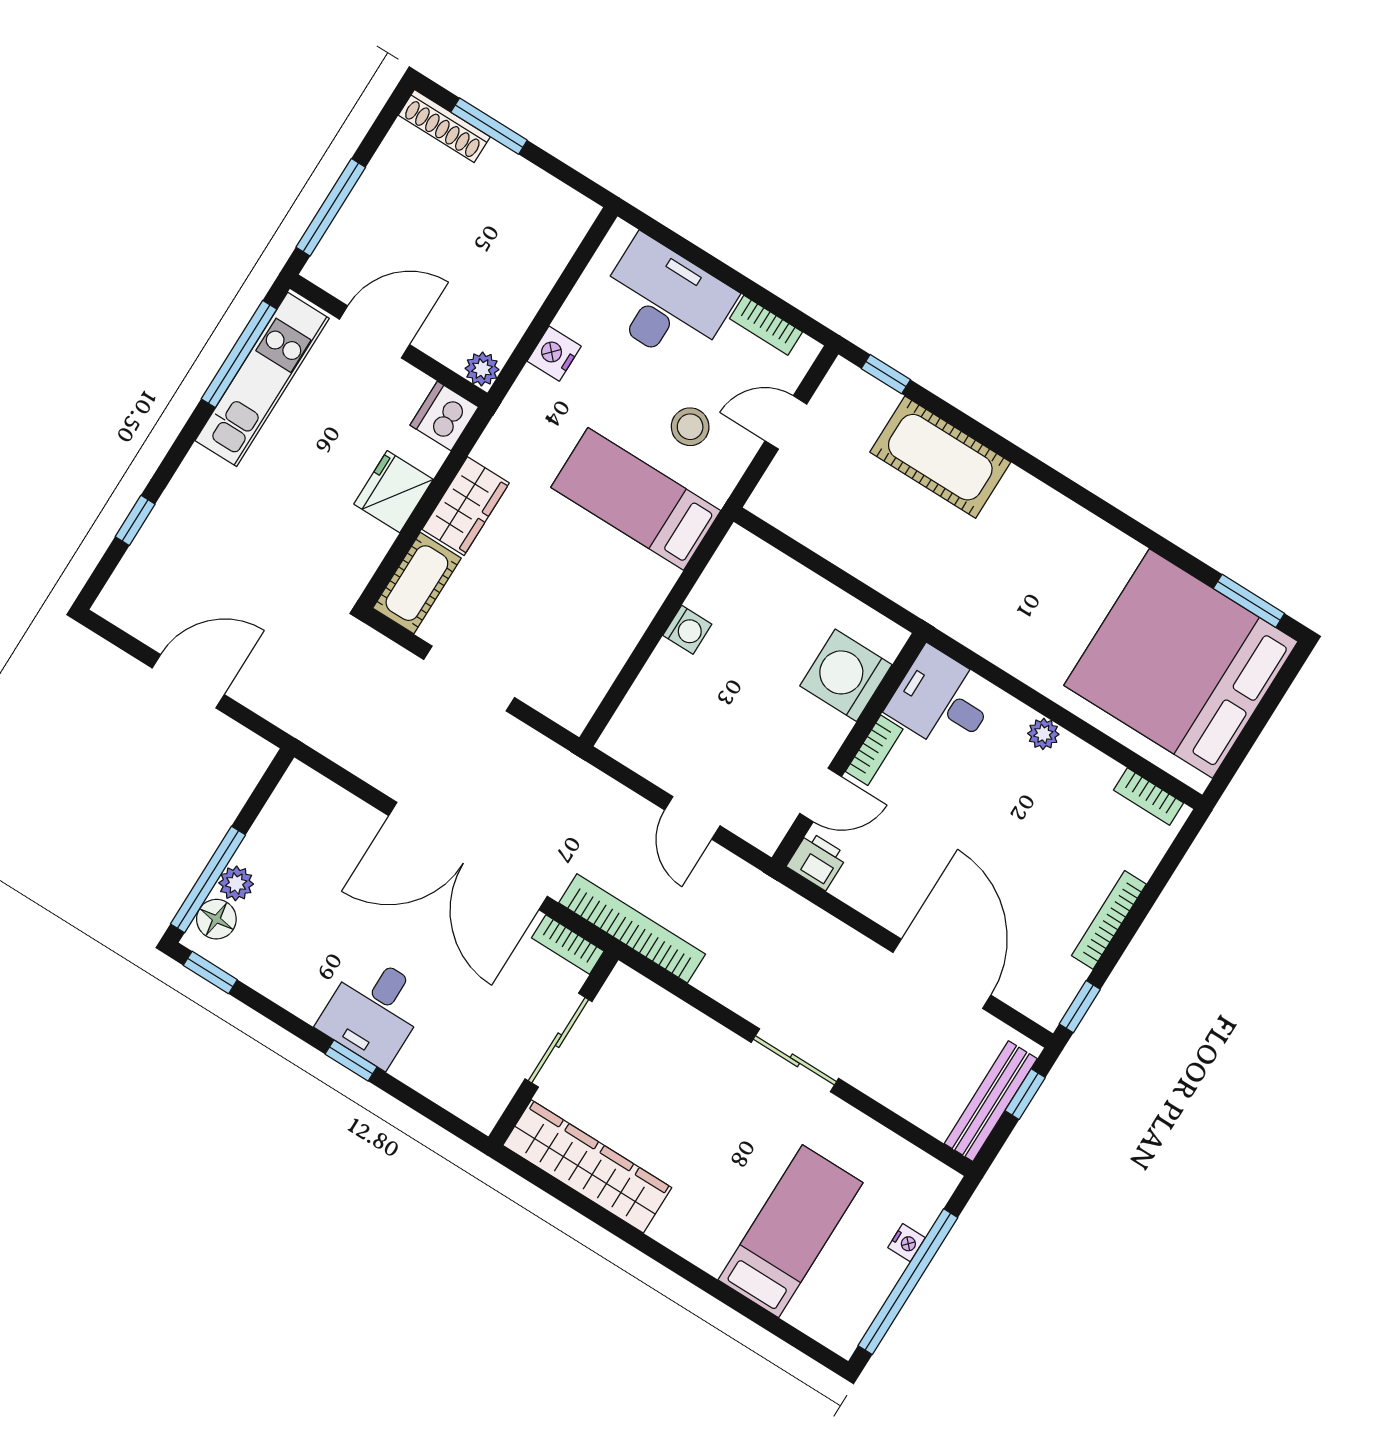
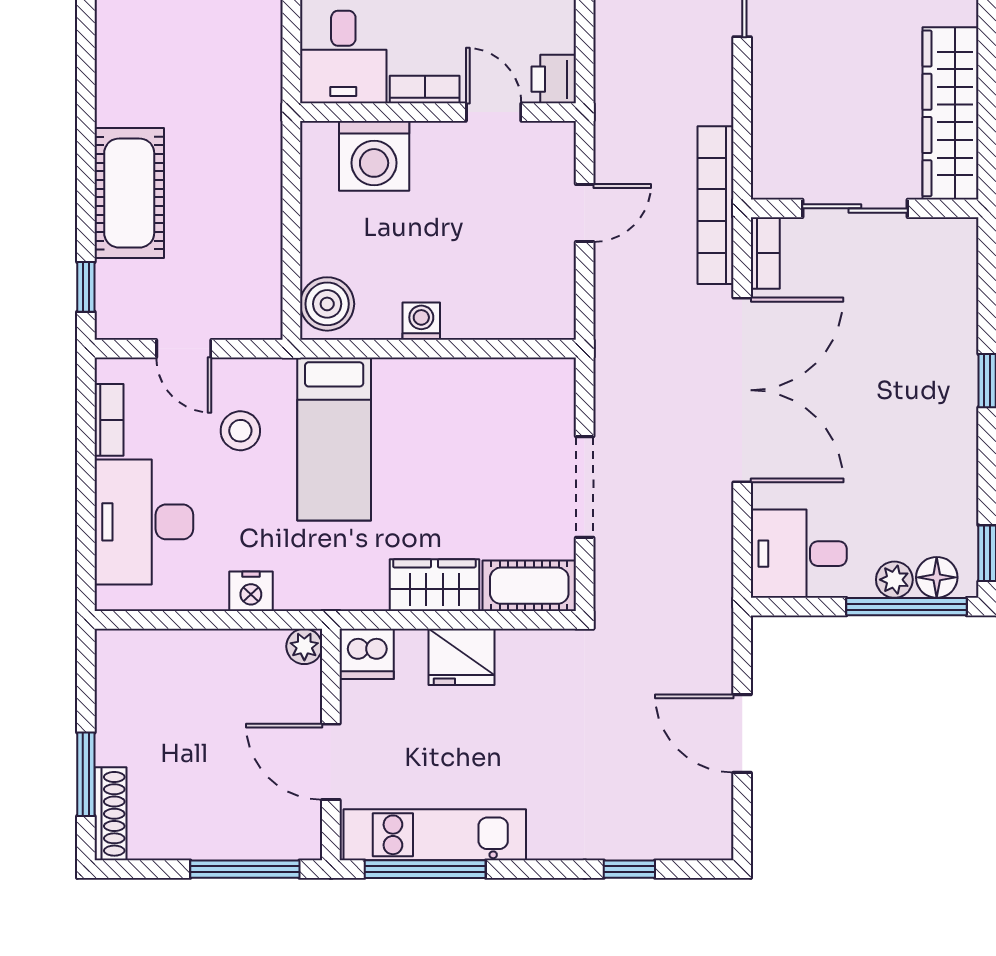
boiler: (749, 562) -> (327, 304), added
desk: (374, 1011) -> (799, 554), moved, turned 180

